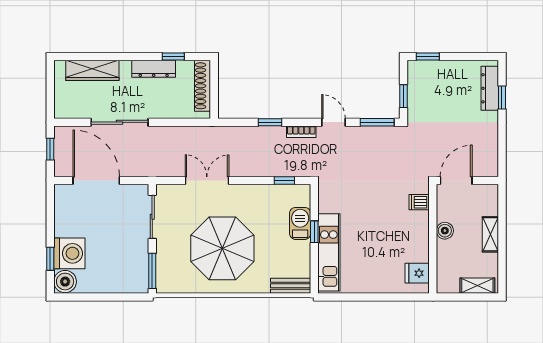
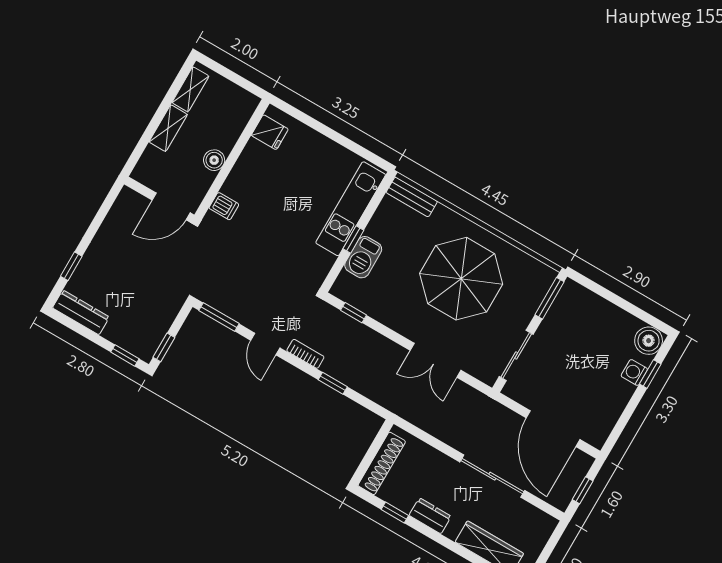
dresser: (154, 69) -> (430, 516), width x0.70
dresser: (490, 88) -> (81, 312), moved, turned -90
window: (404, 96) -> (164, 347), moved
washing machine: (69, 253) -> (634, 372), width x0.53, depth x0.53
shelving: (477, 286) -> (190, 89), moved, turned 90

